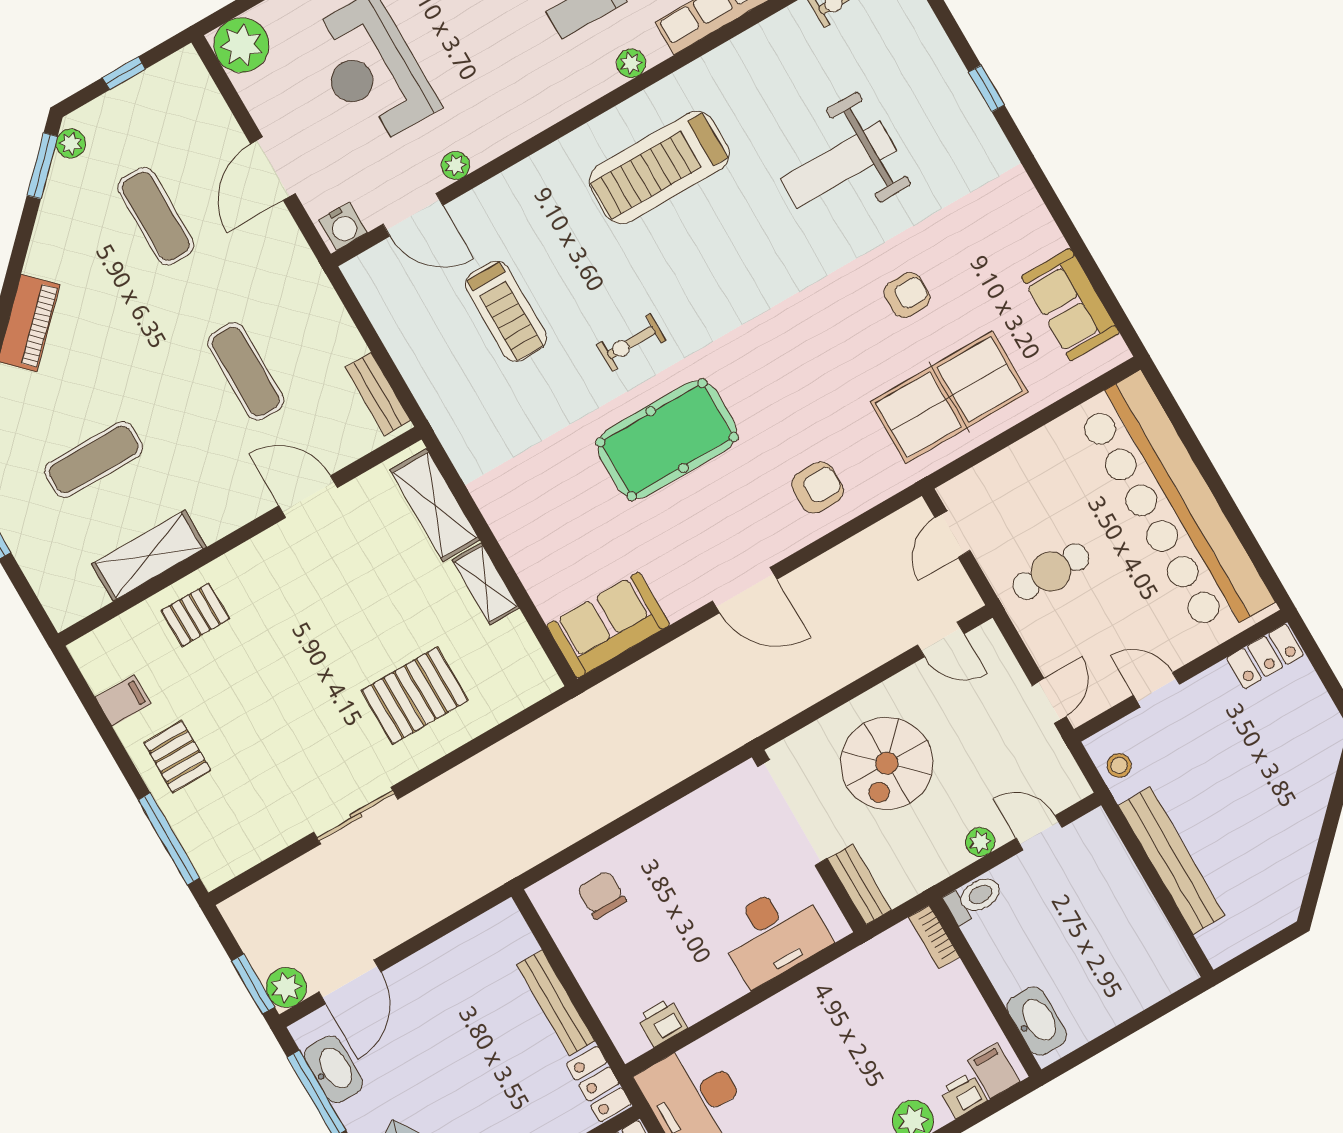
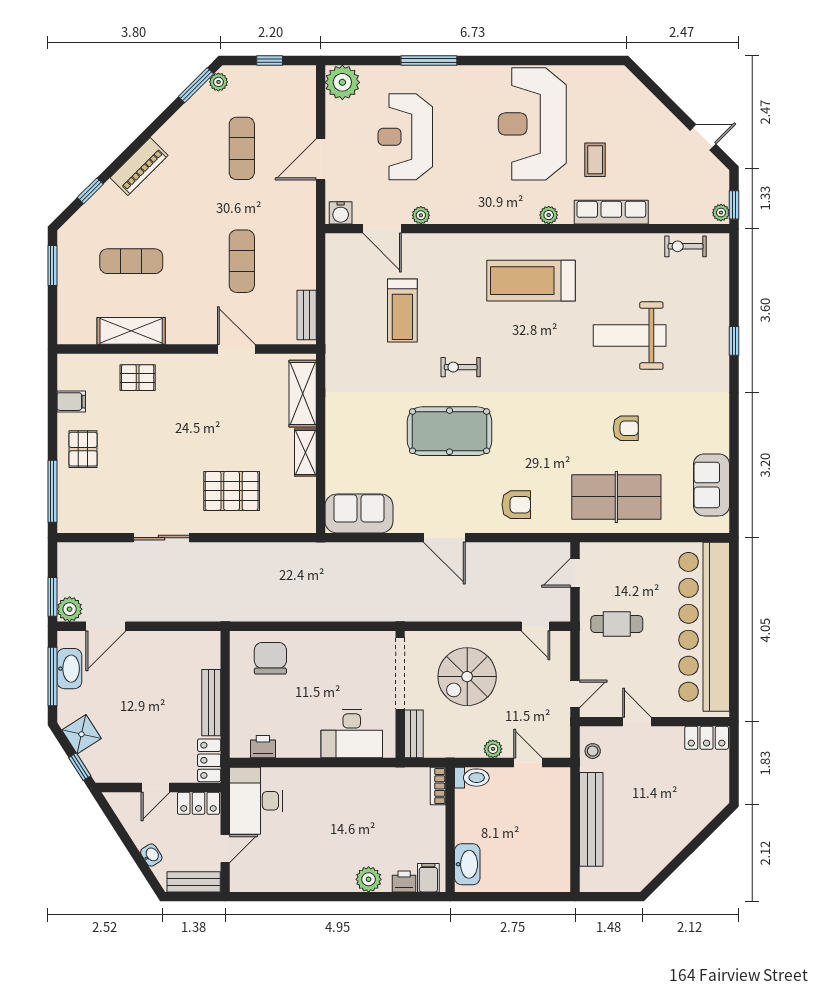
chair: (602, 895) -> (270, 658), width x1.37, depth x1.37

